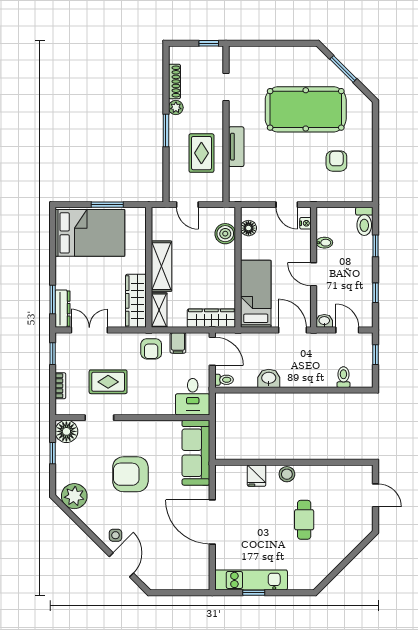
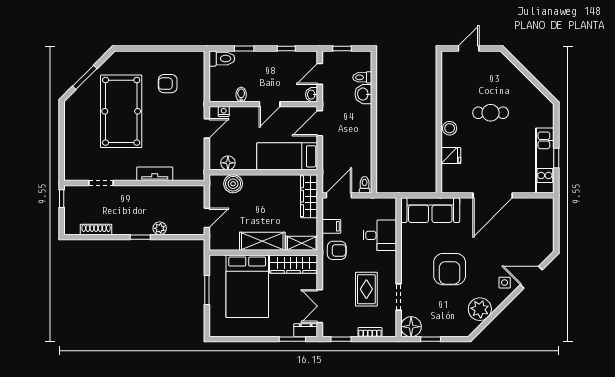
plant: (176, 108) -> (160, 228), moved
window: (166, 131) -> (140, 237), width x0.67
rug: (201, 153) -> (161, 205), removed
bed: (90, 233) -> (247, 286), moved, turned 180
dresser: (63, 309) -> (306, 330), width x0.70
washbasin: (269, 378) -> (363, 94), moved
desk: (193, 397) -> (380, 235), moved
plant: (74, 496) -> (480, 309), moved

